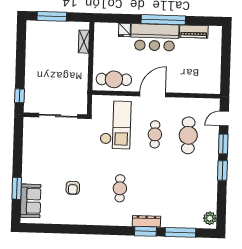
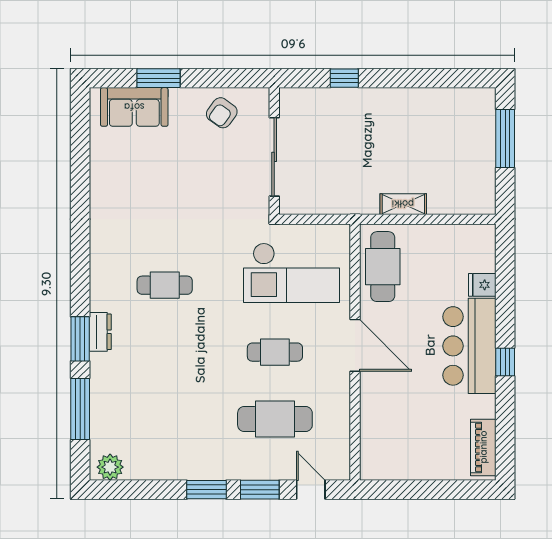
window: (163, 20) -> (505, 362), width x0.32
piano: (194, 32) -> (483, 447), moved
shelving: (84, 42) -> (403, 204), moved
wall: (55, 116) -> (274, 151), moved
sliding door: (58, 116) -> (274, 157), moved
armchair: (73, 188) -> (222, 113), moved, turned -54
dresser: (146, 221) -> (100, 332), width x0.70

